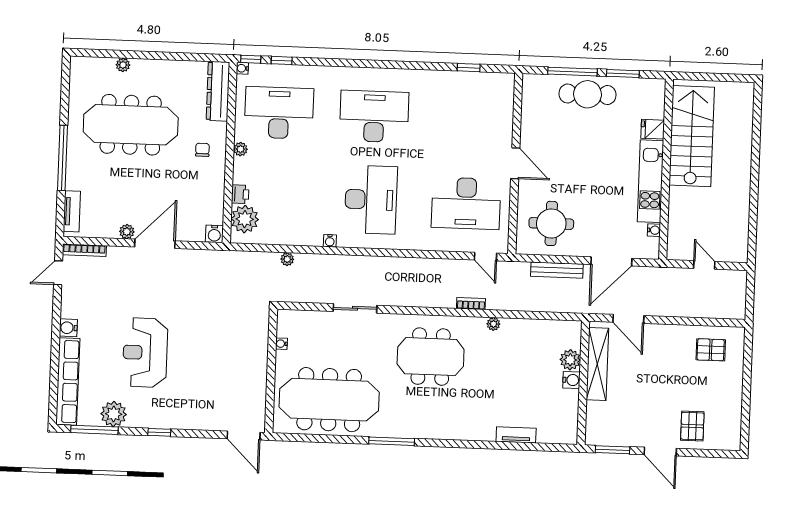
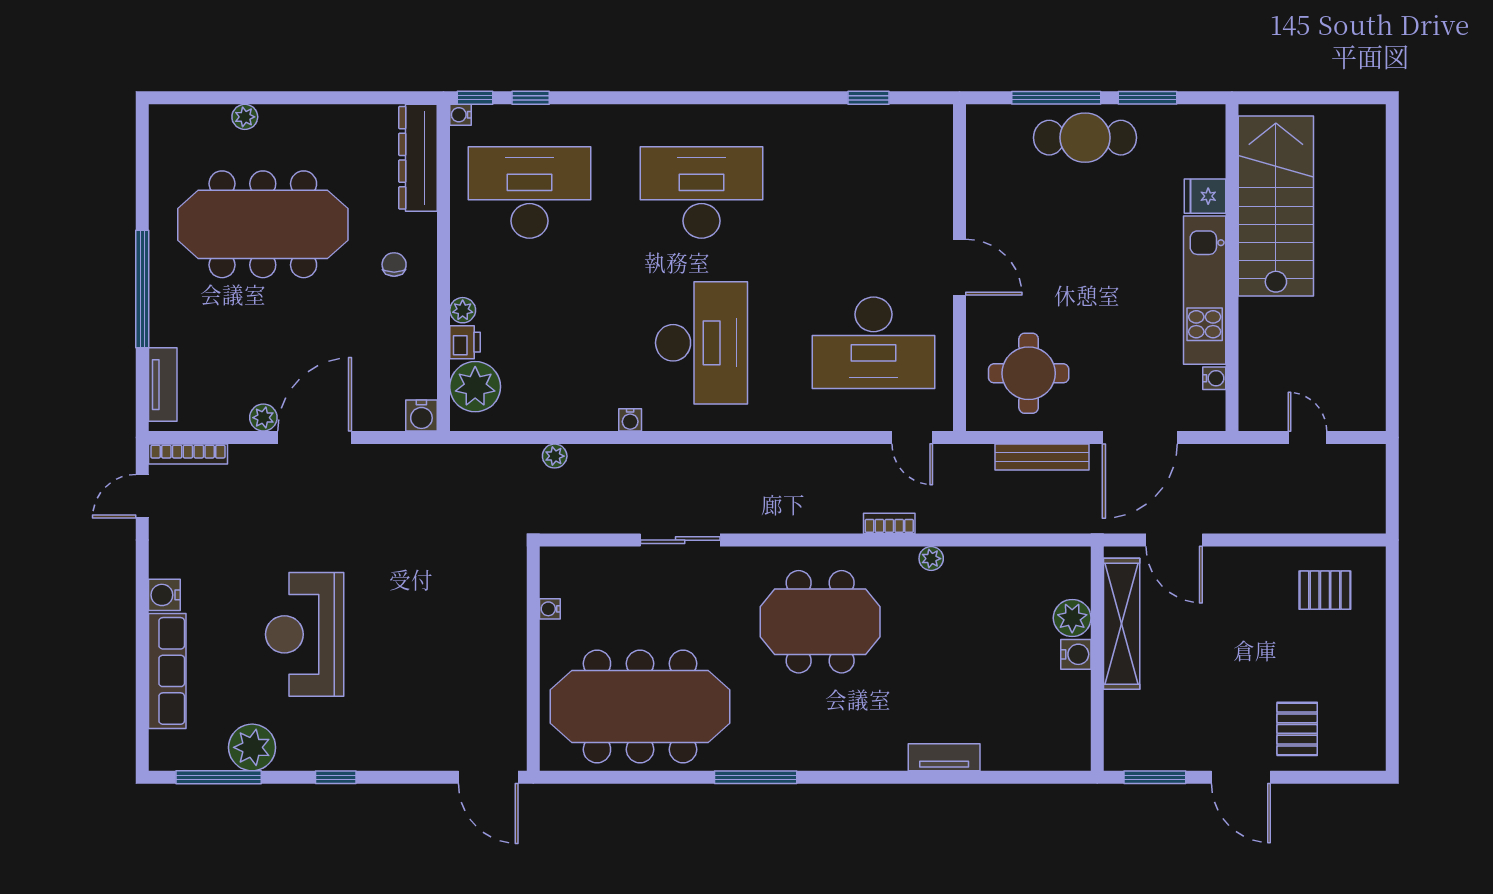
plant: (240, 149) -> (463, 310), moved
row of seats: (68, 381) -> (167, 671), width x0.73
tv unit: (516, 435) -> (944, 757), moved

